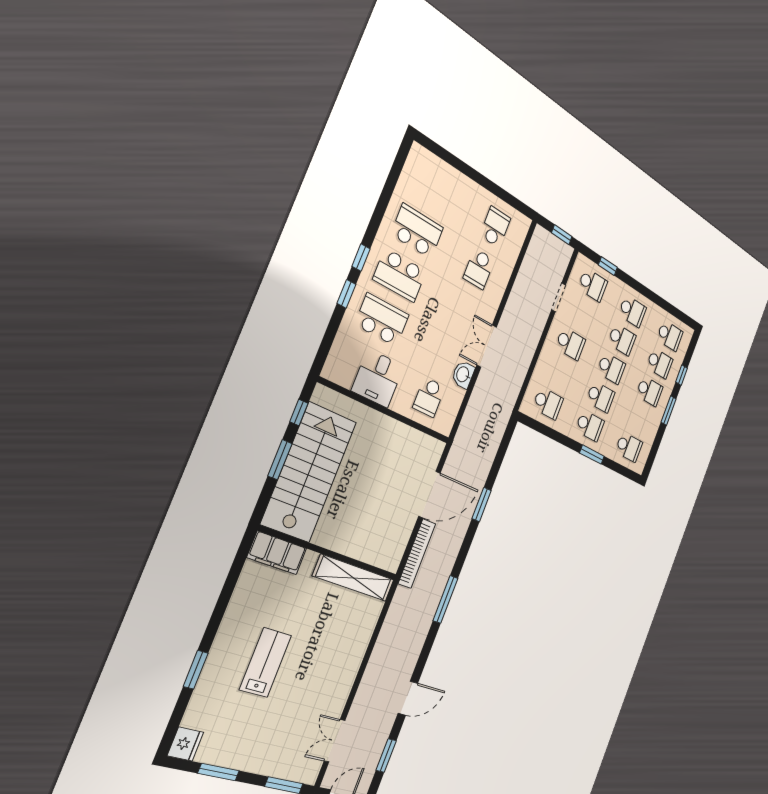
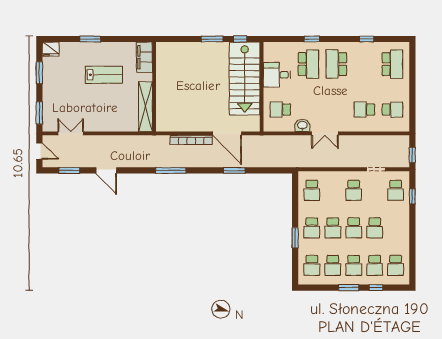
school desk: (417, 231) -> (392, 64), moved
window: (361, 258) -> (367, 39), moved
school desk: (632, 311) -> (333, 265), moved
double door: (487, 346) -> (325, 133), swing flipped
stairs: (309, 472) -> (245, 79), moved, turned 90
filing cabinet: (277, 553) -> (144, 57), moved
wall: (330, 553) -> (154, 87), moved
shelving: (354, 578) -> (146, 107), moved

